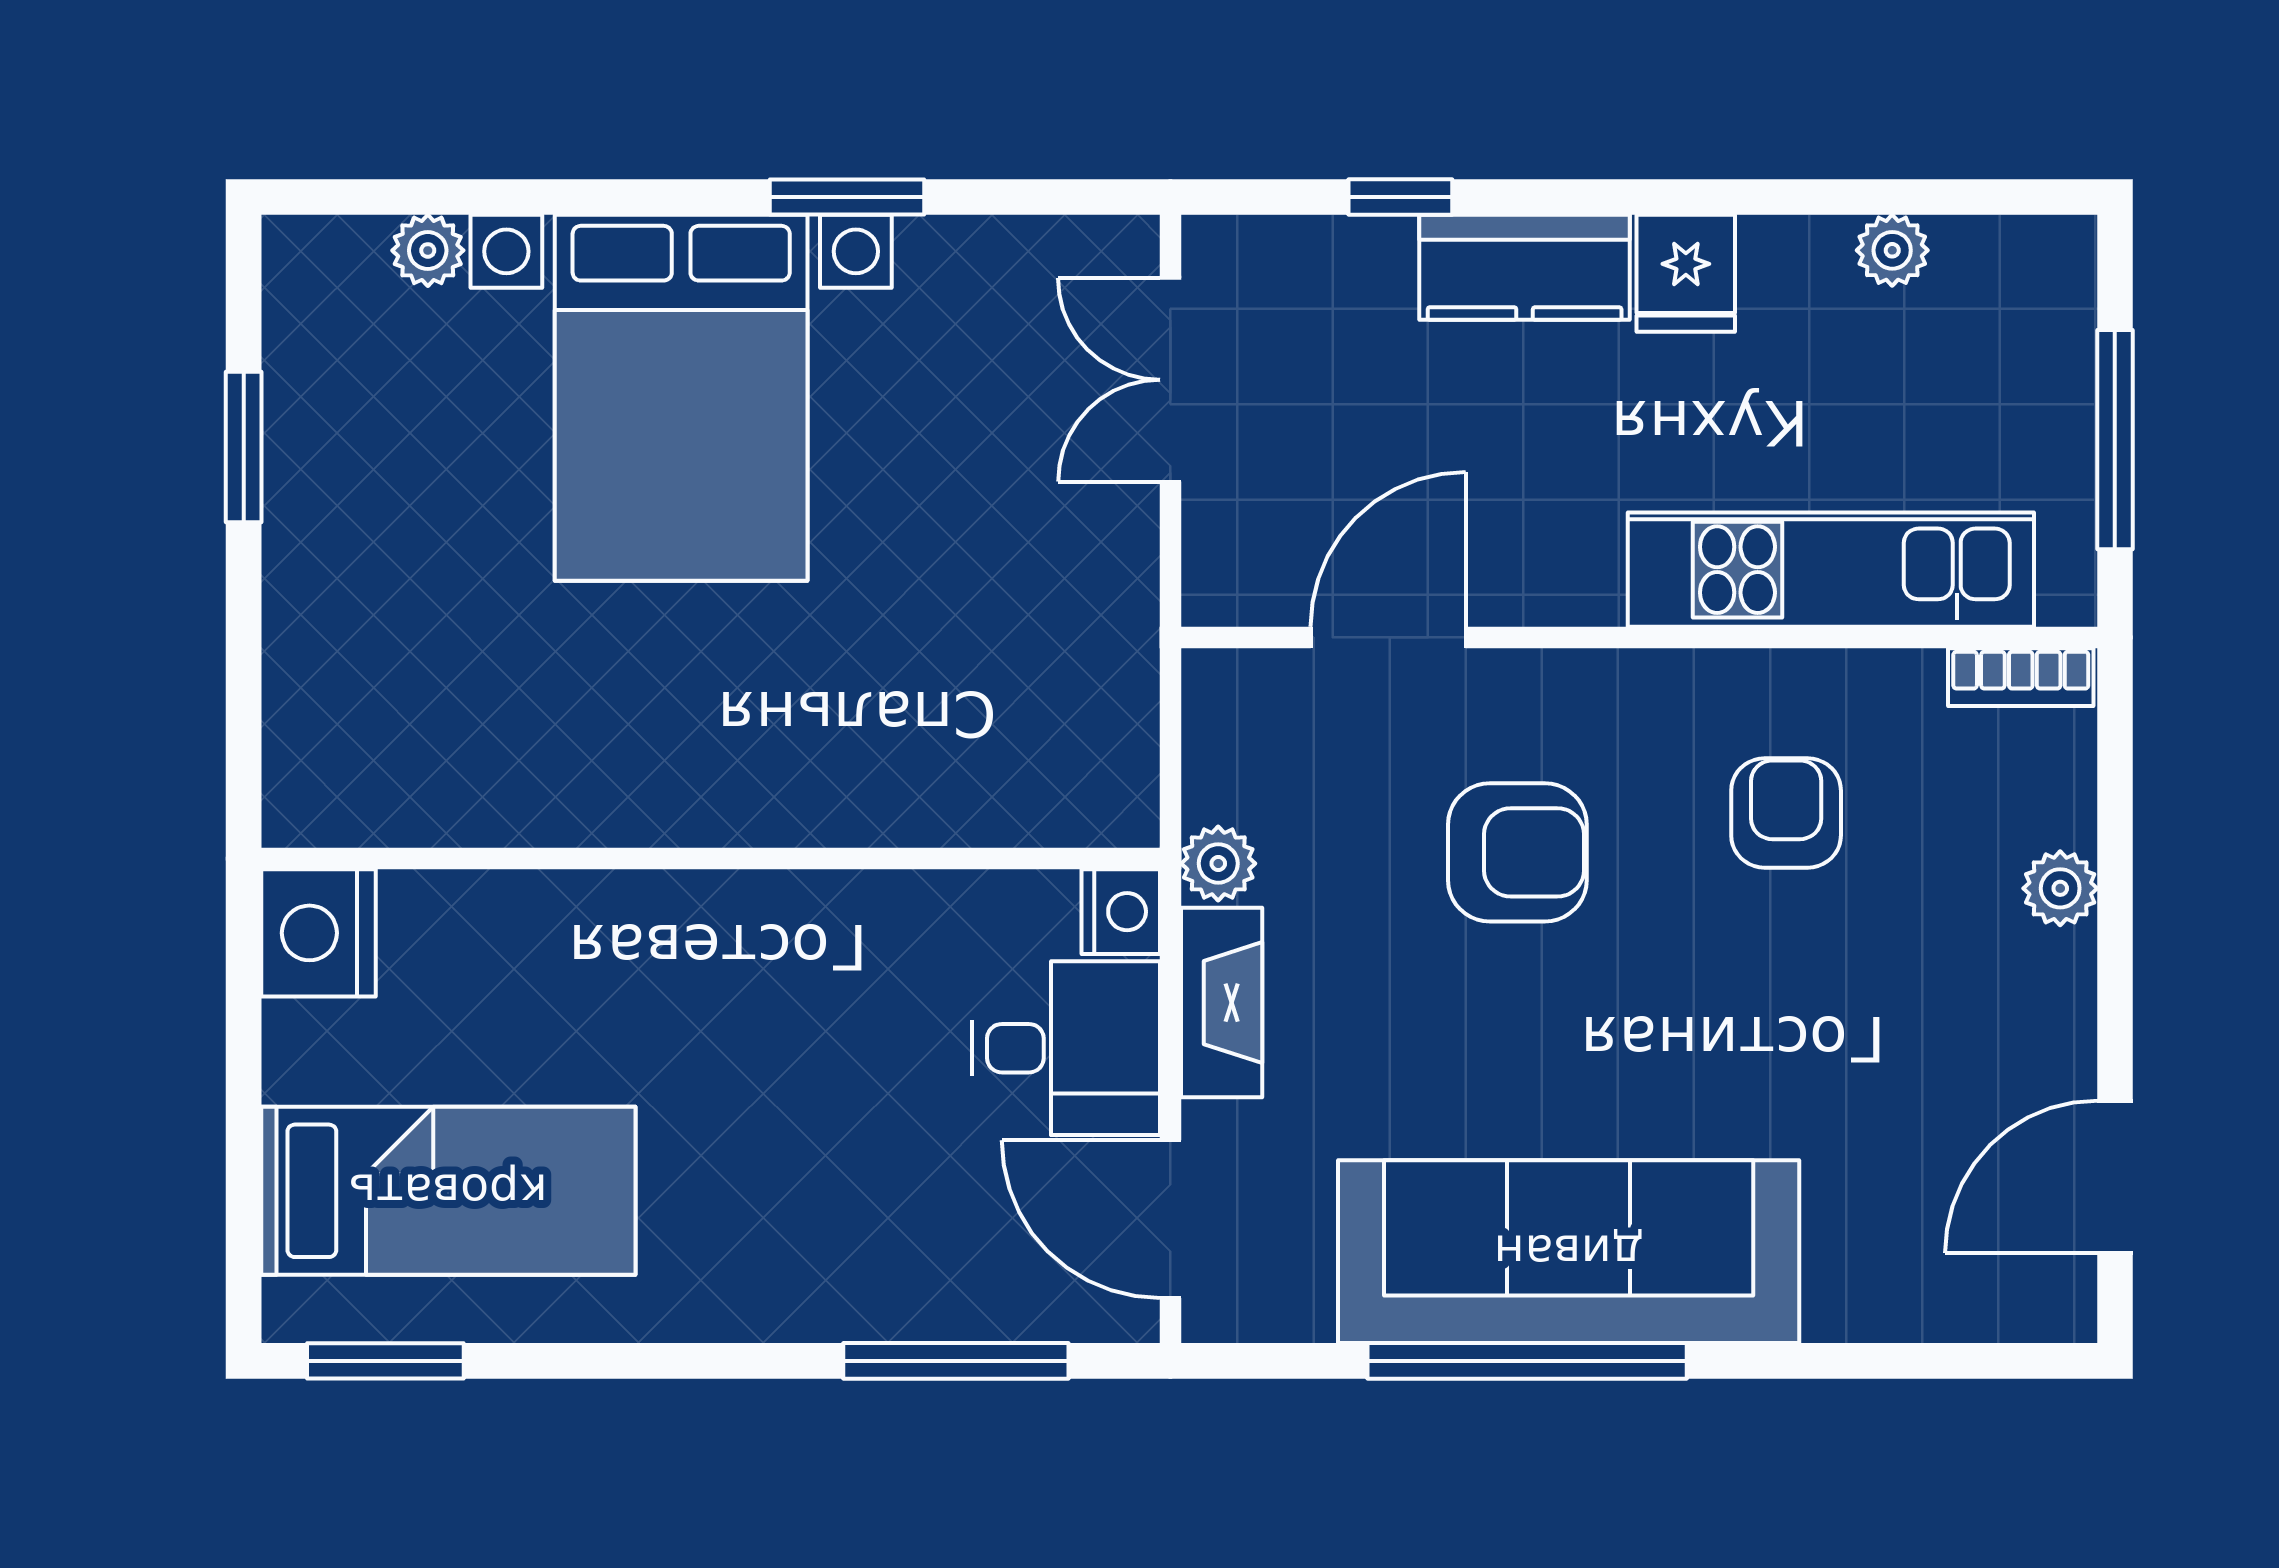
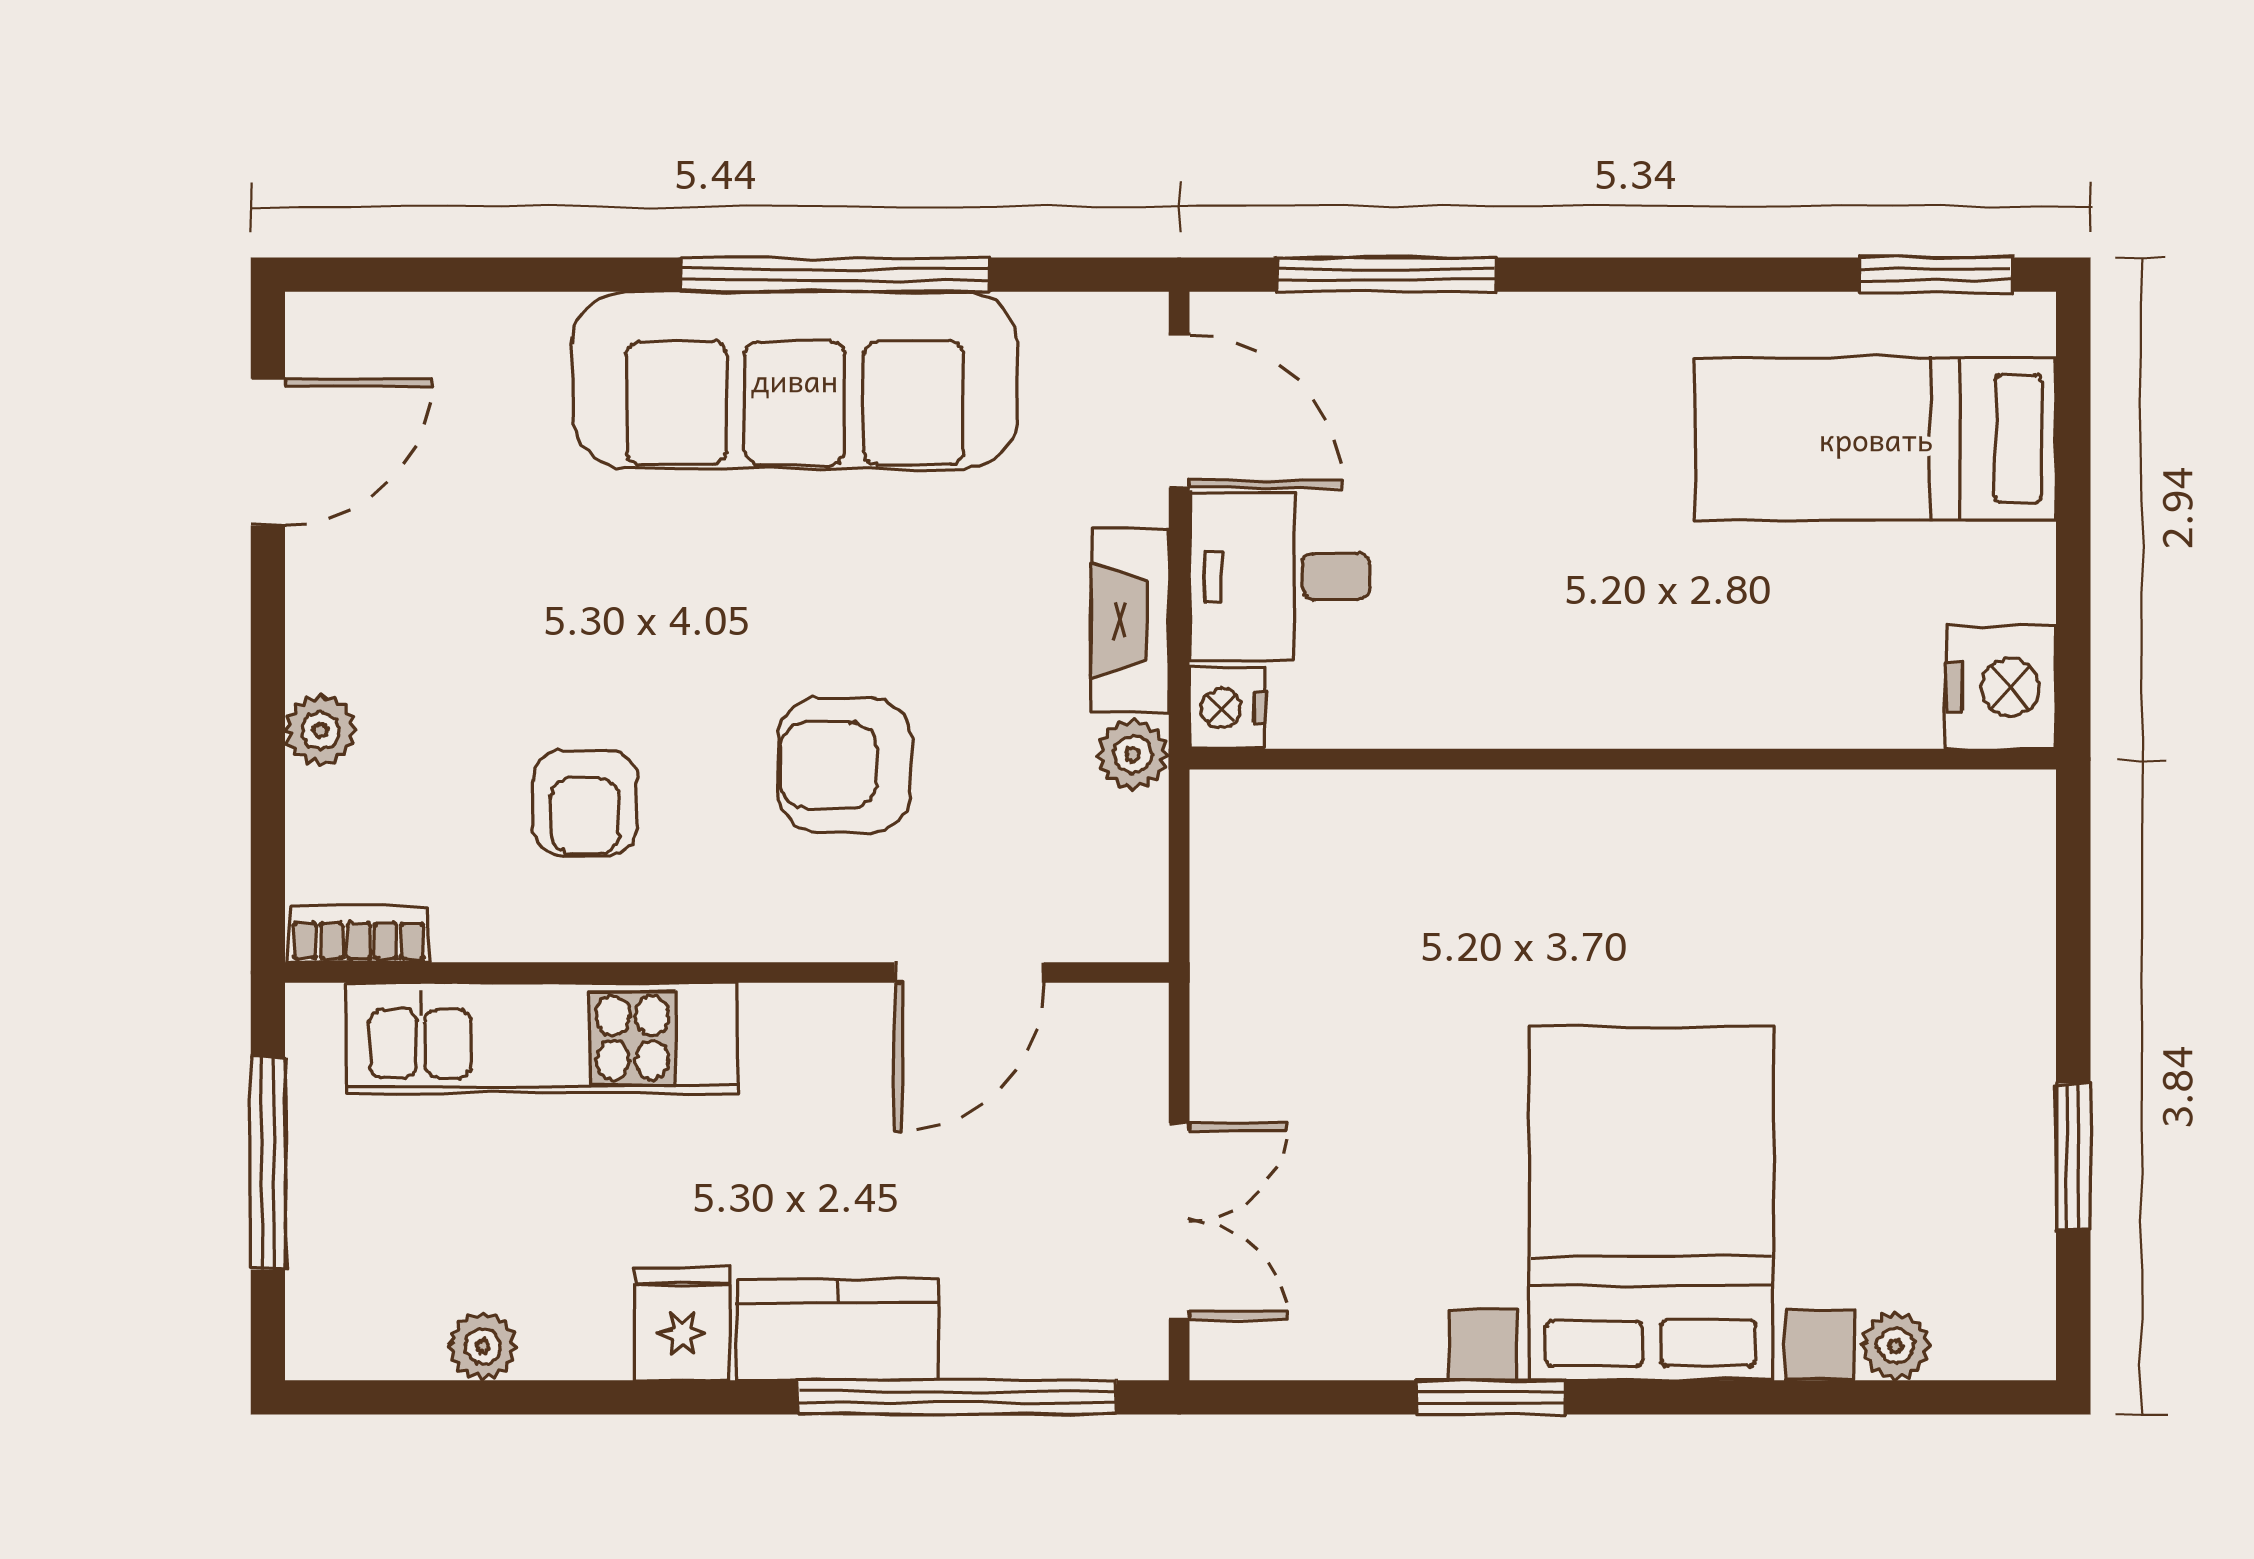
window: (1400, 197) -> (957, 1397), width x3.17

